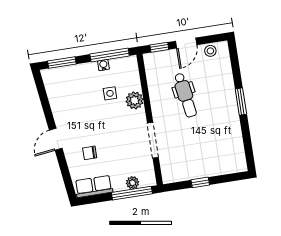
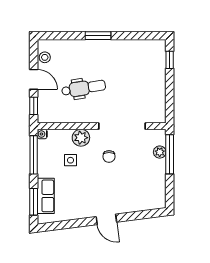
water cooler: (103, 65) -> (42, 134), moved
doorway: (153, 140) -> (122, 126), width x1.36
chair: (90, 153) -> (109, 156), moved
window: (200, 182) -> (170, 60), moved
row of seats: (94, 186) -> (46, 196), moved, turned 180

